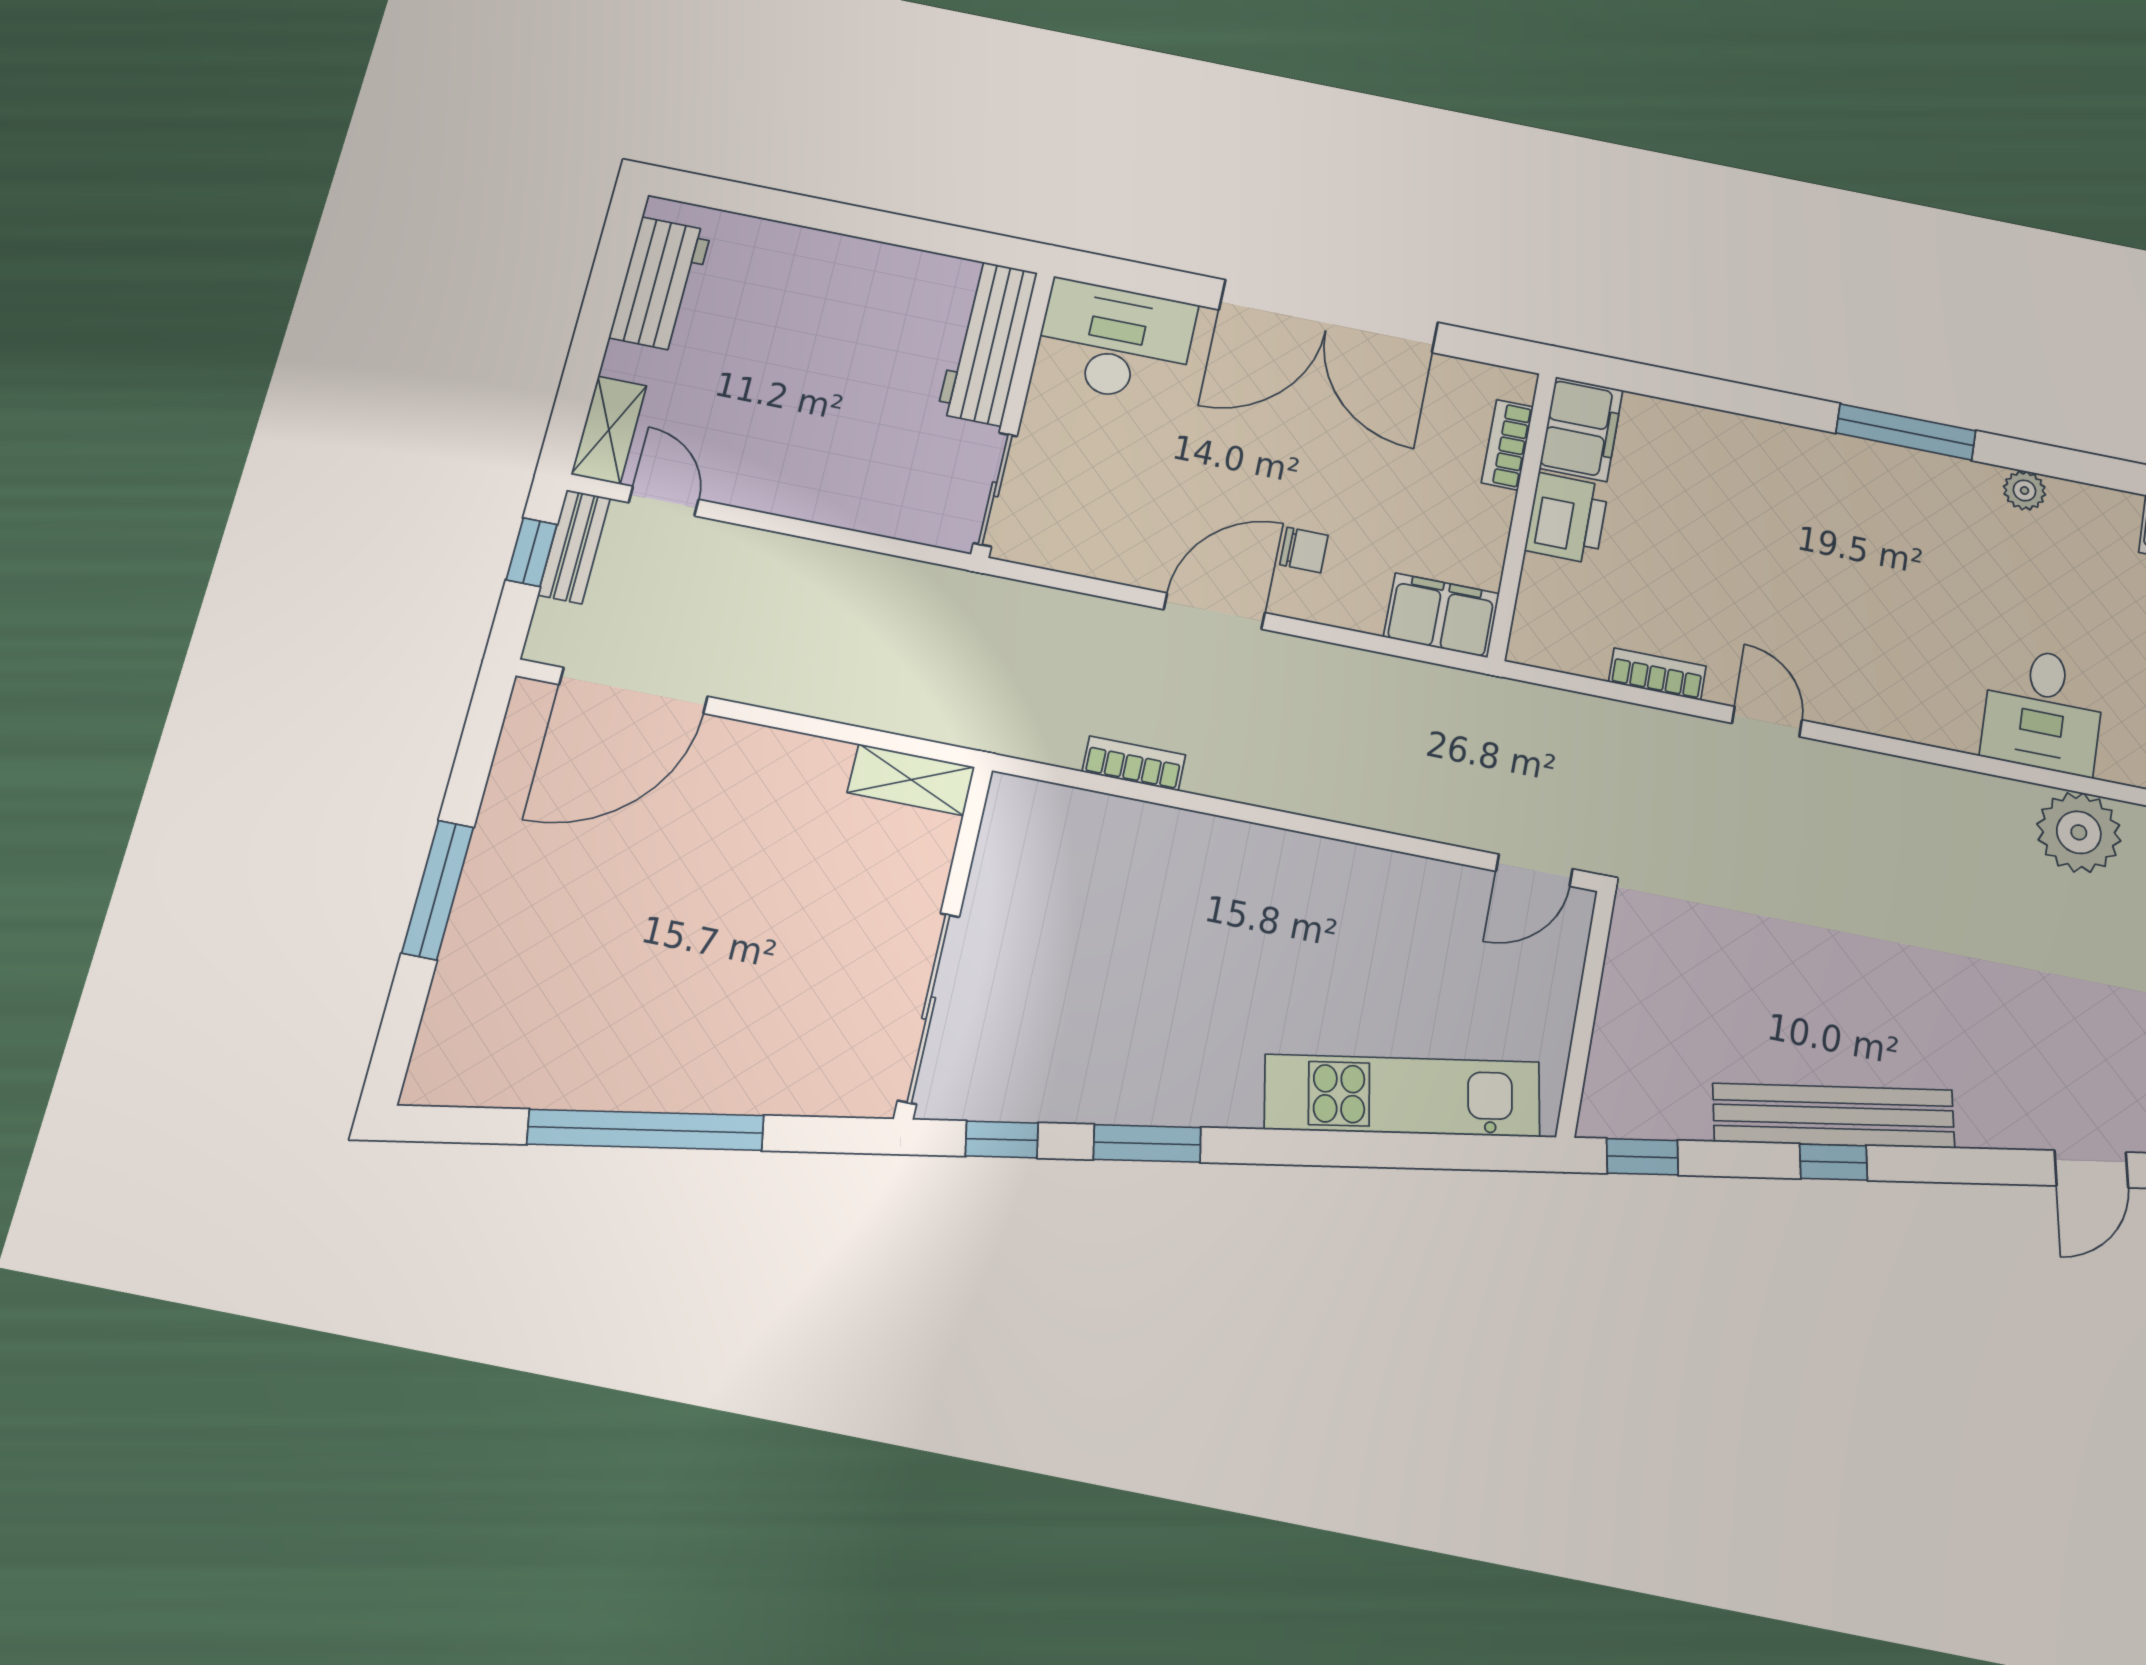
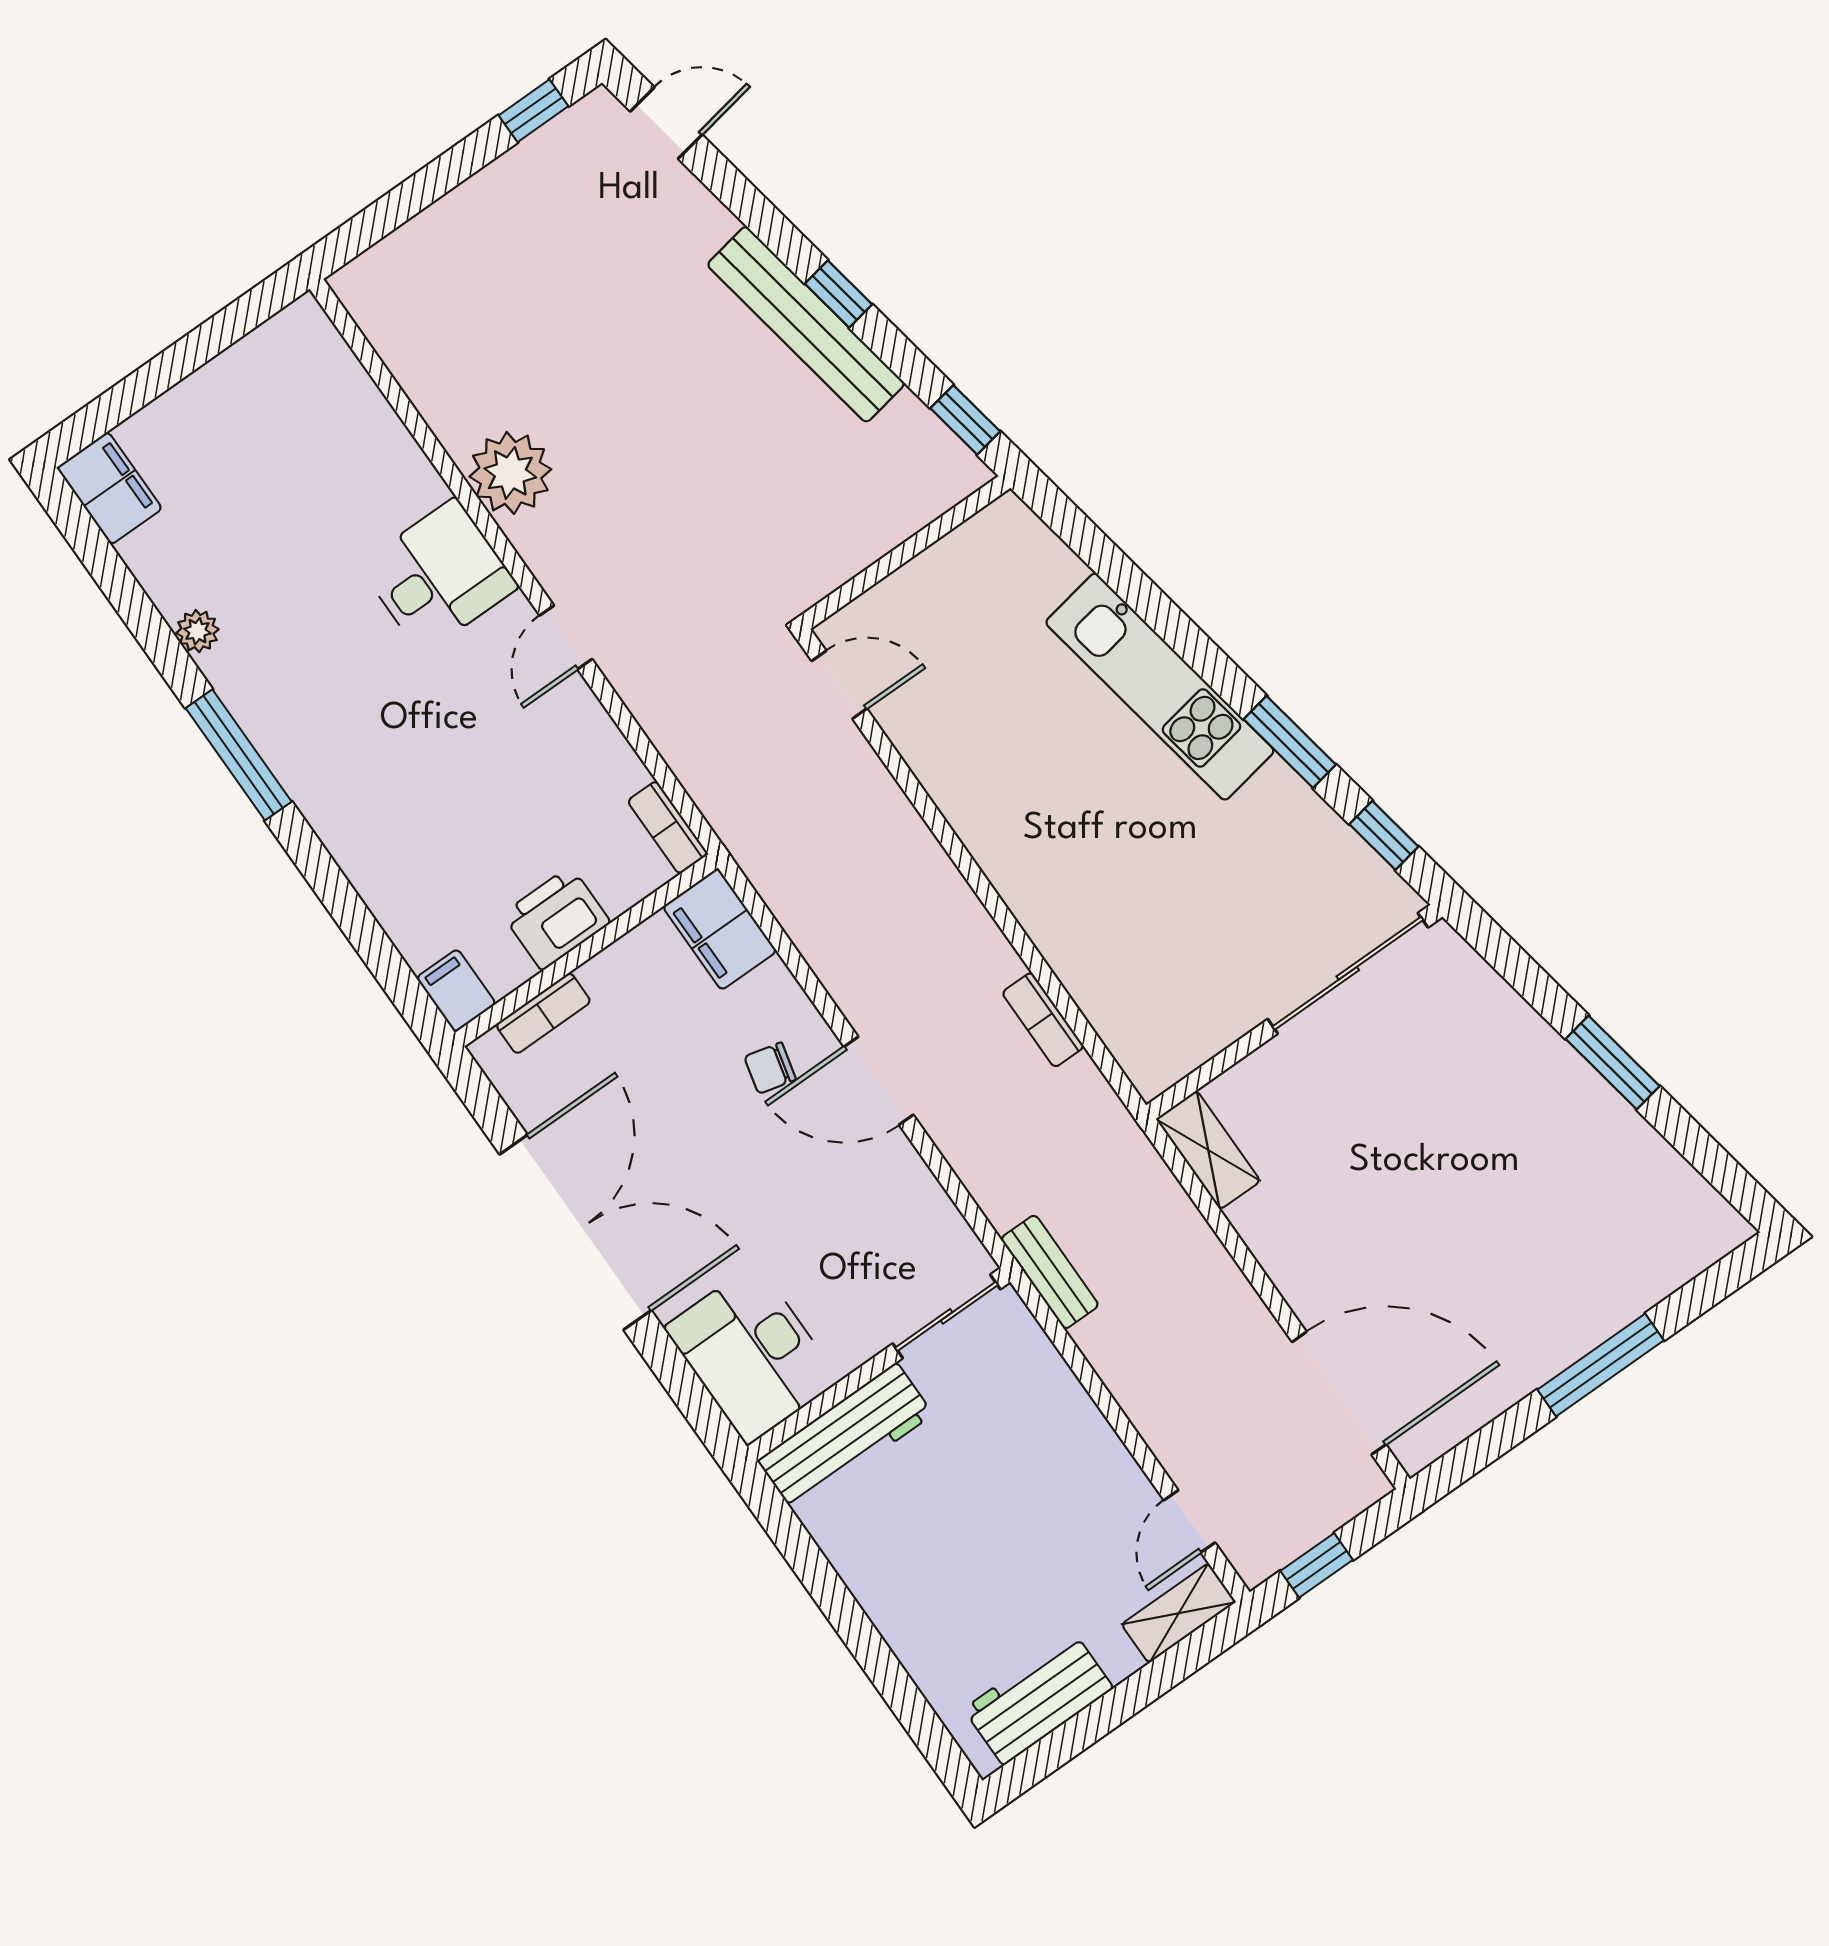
filing cabinet: (1581, 429) -> (456, 991), width x0.50
bench: (574, 547) -> (1050, 1272), moved, turned 90
chair: (1304, 550) -> (770, 1068), turned -76
bookcase: (1657, 674) -> (668, 827), moved
desk: (2043, 710) -> (439, 576), moved
plant: (2079, 832) -> (510, 473), moved
kitchen unit: (1402, 1096) -> (1160, 687), moved
window: (646, 1130) -> (1613, 1063), width x0.47

